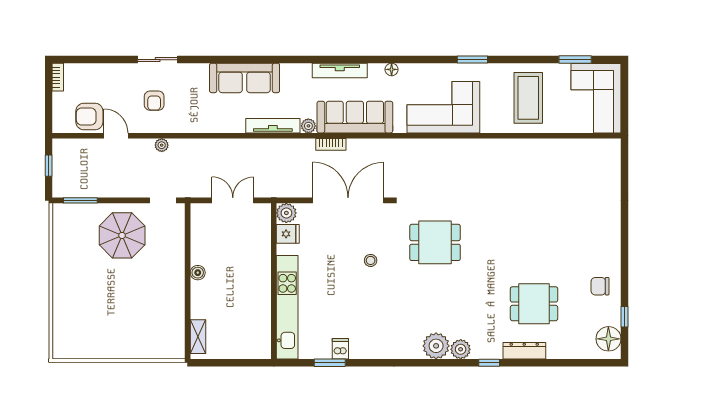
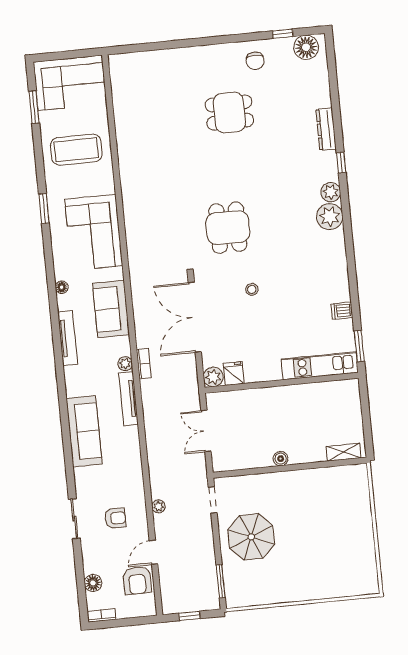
floor lamp: (91, 72) -> (93, 583), added
sofa: (355, 117) -> (111, 309), width x0.73
bookcase: (331, 144) -> (144, 364), moved
dining table: (534, 304) -> (229, 112), moved, turned 90
kitchen unit: (287, 307) -> (320, 366), width x0.73
window: (330, 363) -> (359, 346), moved

